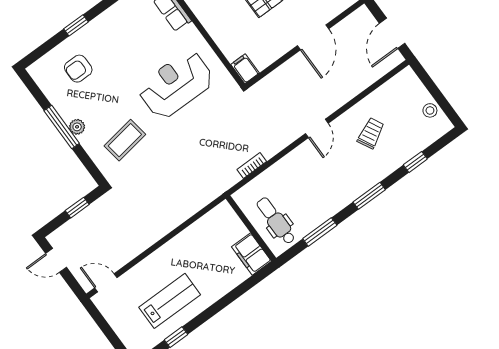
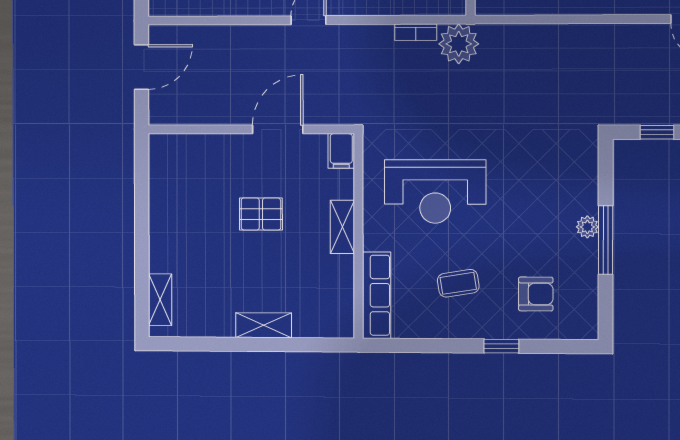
shelving: (213, 27) -> (342, 227), added
door: (313, 37) -> (278, 129), moved
coffee table: (125, 140) -> (458, 283), moved, width x0.73, depth x0.77
plant: (223, 176) -> (459, 44), added

